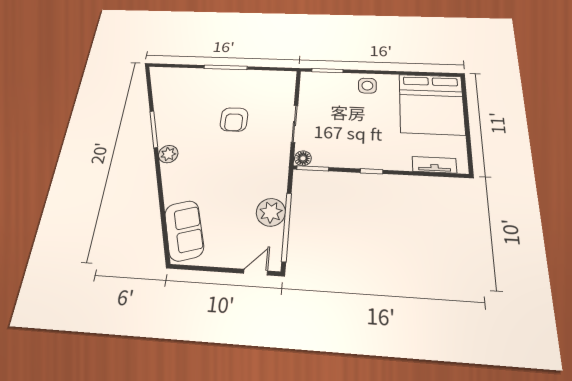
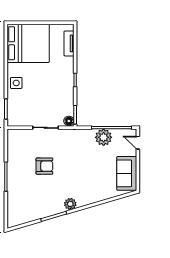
sofa: (184, 230) -> (127, 173), moved, turned -74

